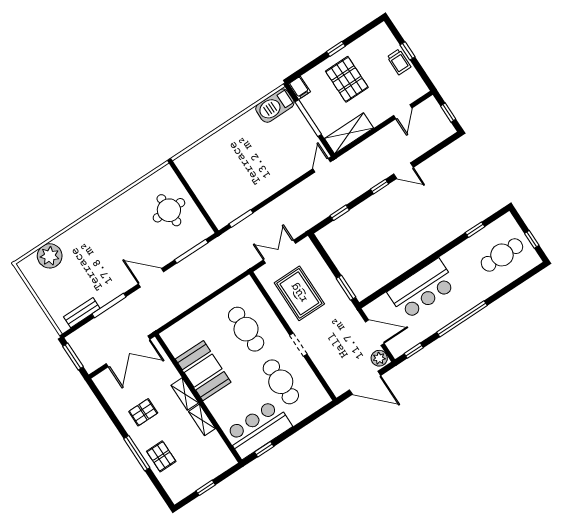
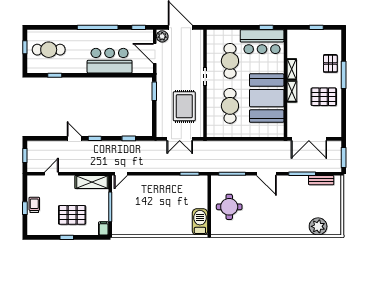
pallet: (347, 79) -> (72, 215), turned 90
barbecue: (275, 106) -> (200, 222), moved, turned -90
double door: (128, 351) -> (309, 139), swing flipped
booth: (203, 371) -> (267, 98), width x1.36, depth x1.42
pallet: (143, 412) -> (324, 97), width x1.50, depth x1.42

